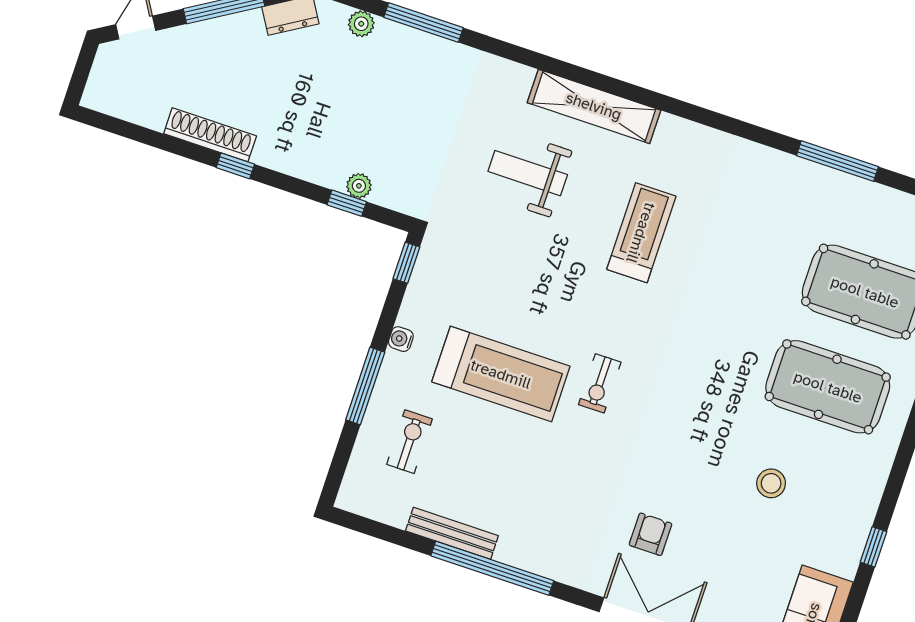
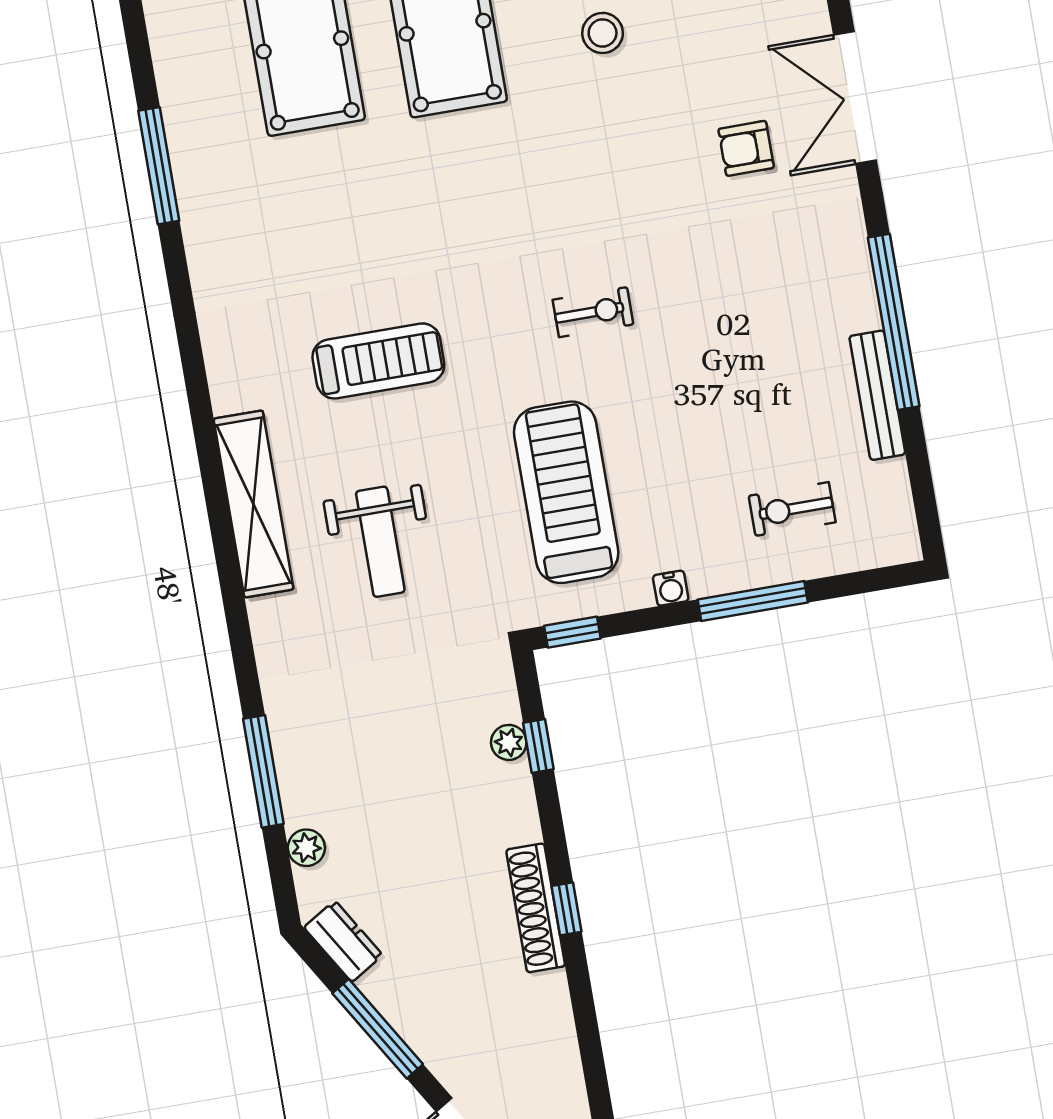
shoe rack: (210, 135) -> (536, 908), moved
treadmill: (641, 233) -> (378, 361), turned 180
treadmill: (501, 374) -> (566, 492), moved

